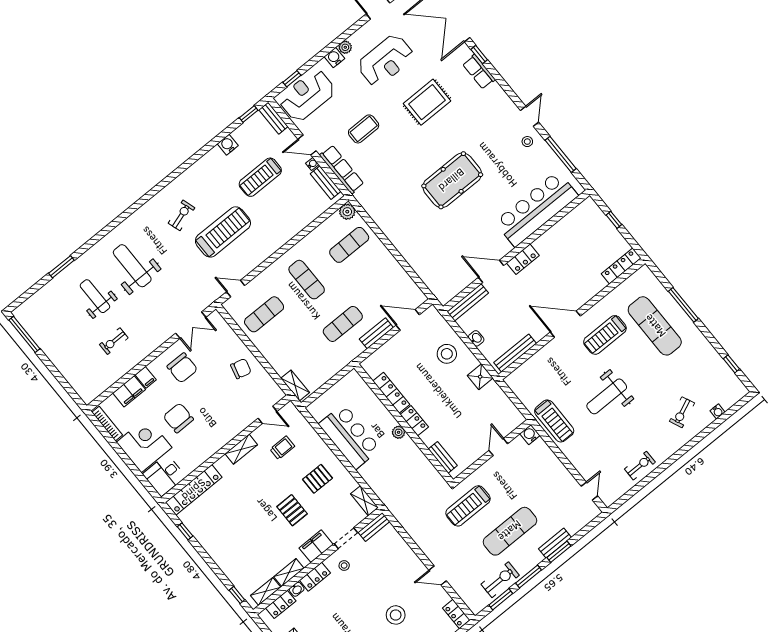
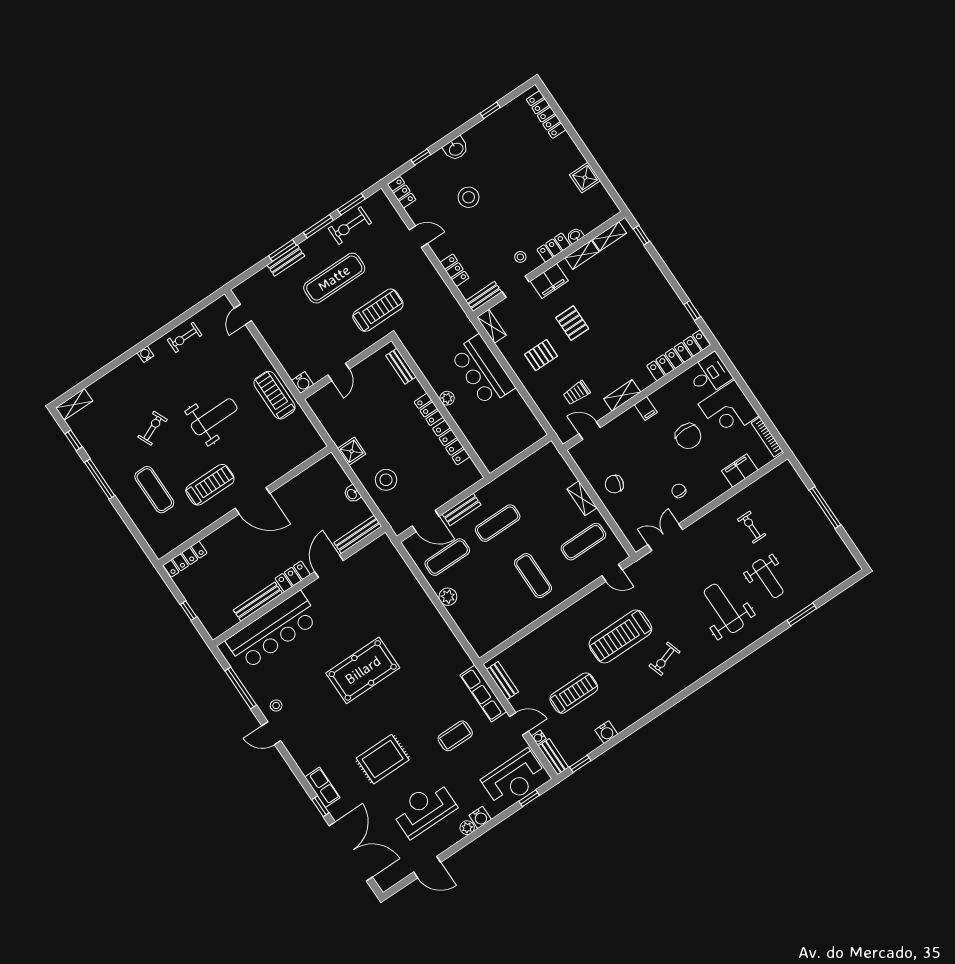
door: (529, 116) -> (271, 733), hinge flipped
water cooler: (312, 164) -> (539, 737), moved
plant: (347, 212) -> (448, 597), moved
exercise mat: (349, 245) -> (447, 557), moved
weight bench: (132, 266) -> (724, 608), turned 180
door: (491, 271) -> (329, 566), swing flipped
window: (683, 305) -> (100, 479), moved
exercise mat: (655, 326) -> (154, 490), width x0.73, depth x0.69
window: (24, 334) -> (825, 507), moved
exercise bike: (114, 341) -> (752, 527), turned -90
bench: (515, 353) -> (258, 602), moved
chair: (182, 368) -> (679, 491), width x0.54, depth x0.54
filing cabinet: (146, 377) -> (646, 409), moved, turned 180
shelving: (295, 385) -> (582, 498), moved
shelving: (734, 396) -> (74, 404), added
water cooler: (717, 411) -> (145, 354), moved
exercise bike: (682, 412) -> (153, 428), moved
bar counter: (350, 437) -> (483, 371), moved
locker: (281, 604) -> (455, 270), moved, turned 90

